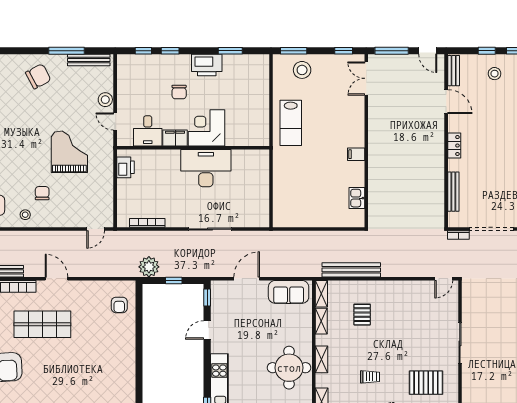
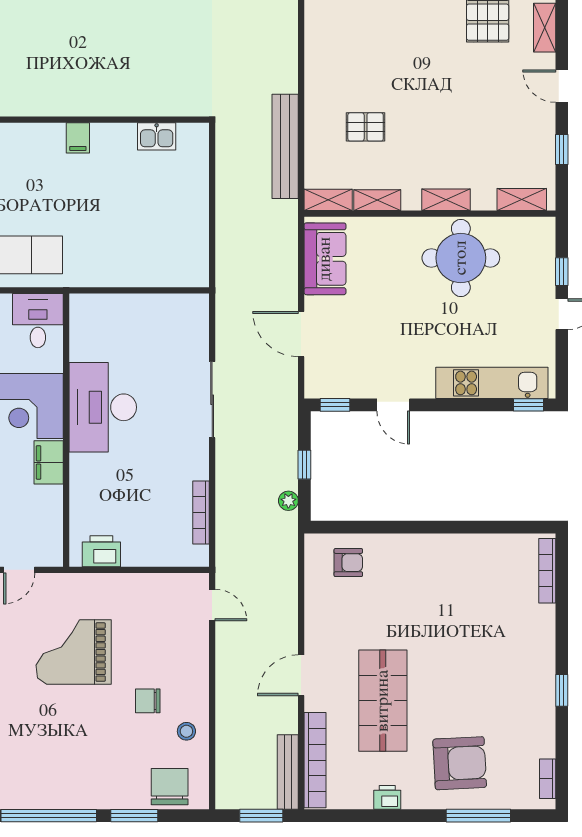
desk: (148, 131) -> (38, 321), moved, turned -90
plant: (149, 267) -> (288, 501), width x0.53, depth x0.53
trolley: (370, 377) -> (477, 113), removed

